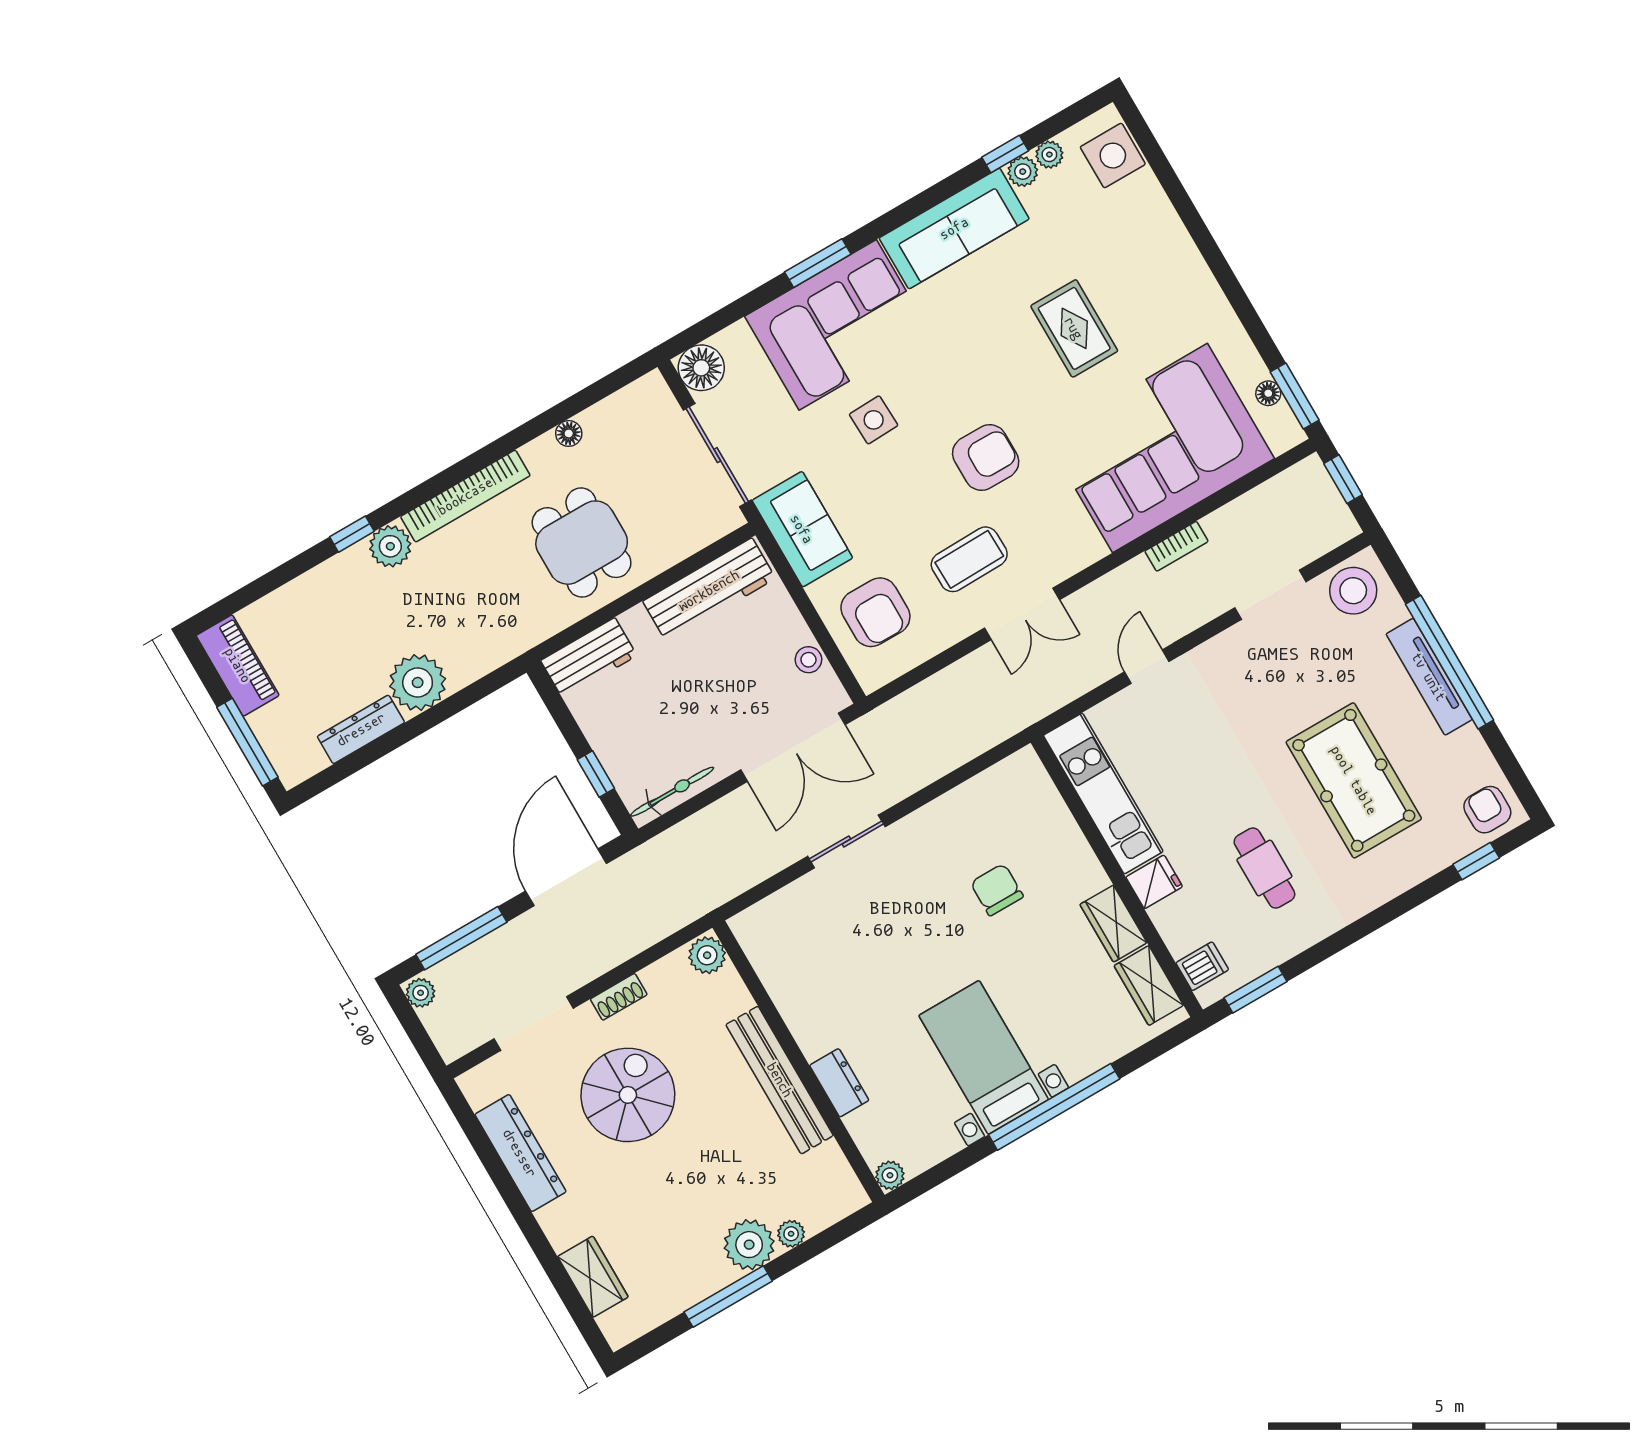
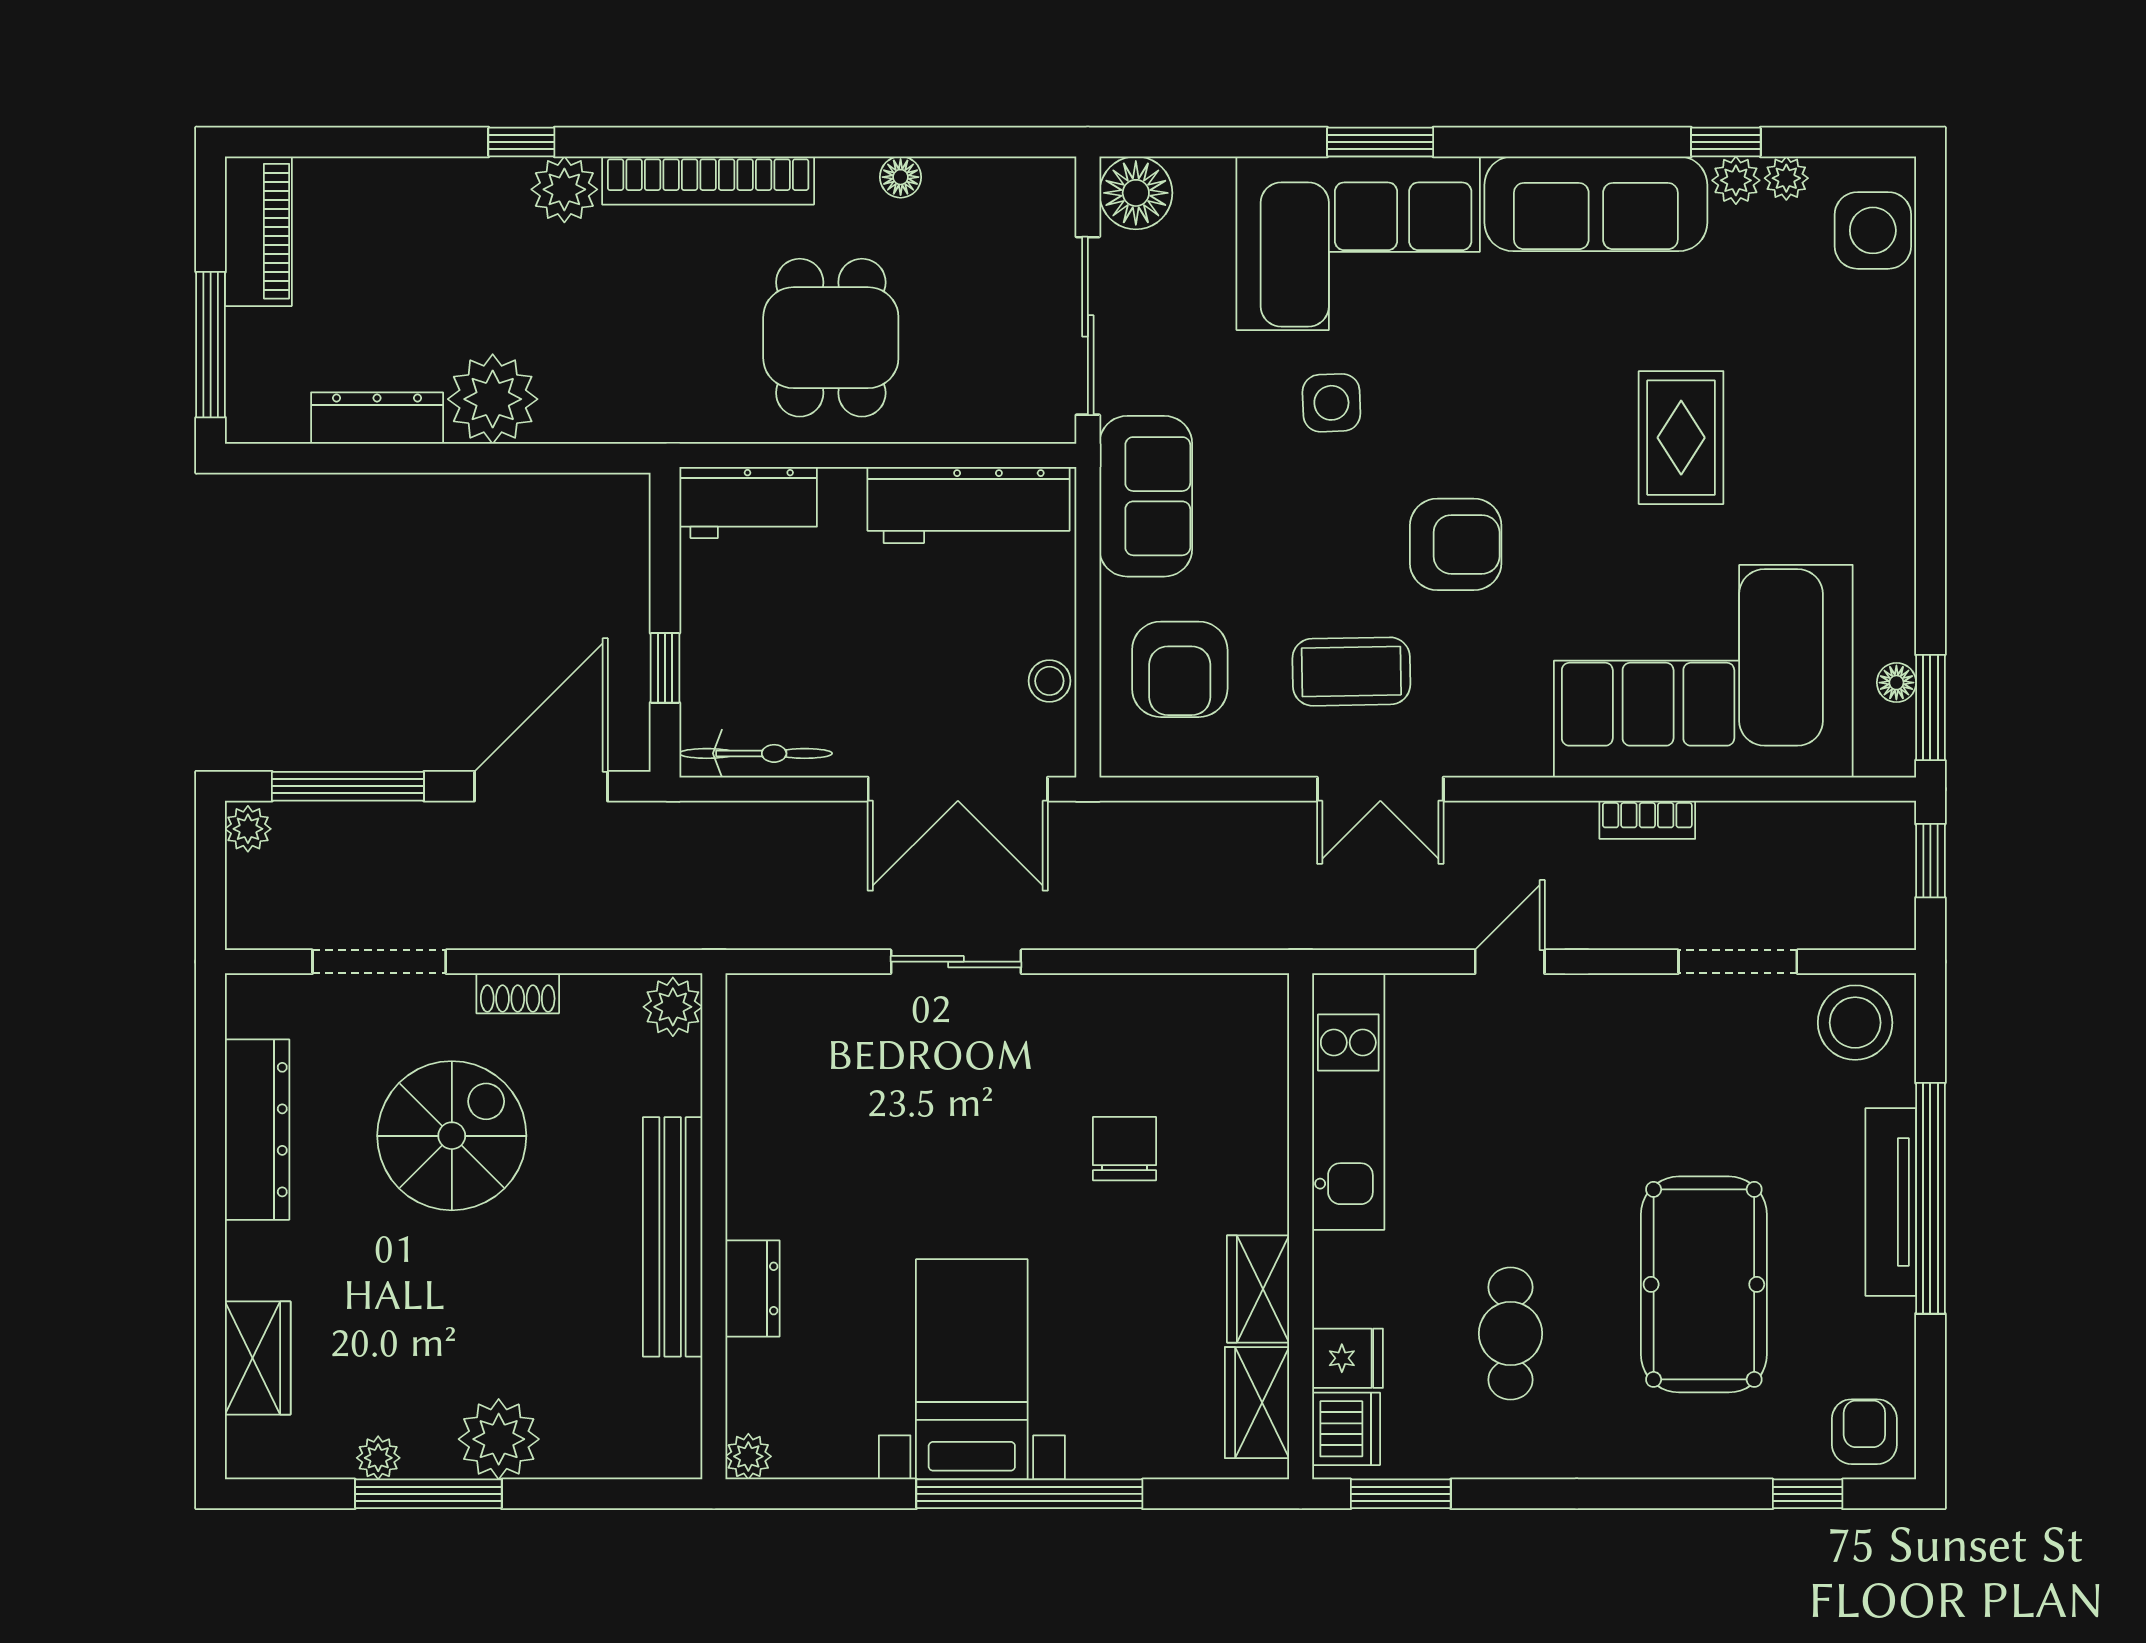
fridge: (1154, 882) -> (1348, 1358), moved
dishwasher: (1202, 966) -> (1346, 1429), width x1.38
plant: (791, 1234) -> (378, 1458), moved

